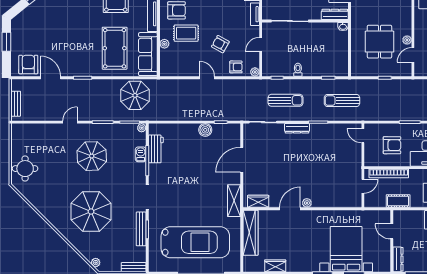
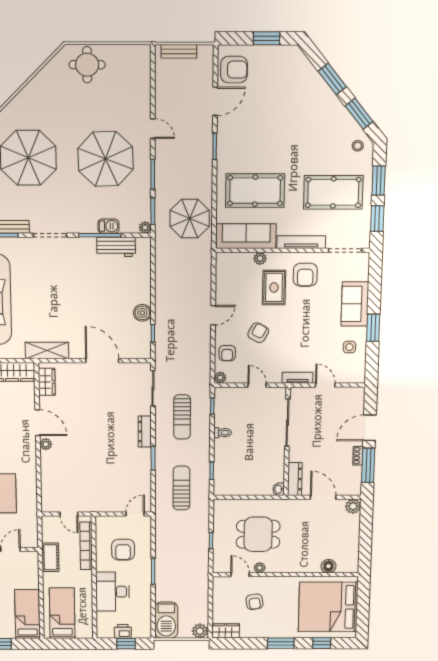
parasol: (92, 156) -> (106, 159), width x1.36, depth x1.36

